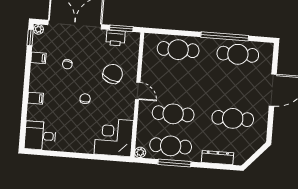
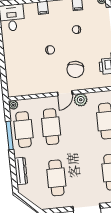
chair: (113, 74) -> (75, 69), turned 81
plant: (149, 74) -> (81, 100), added
corner desk: (114, 137) -> (22, 80), removed

